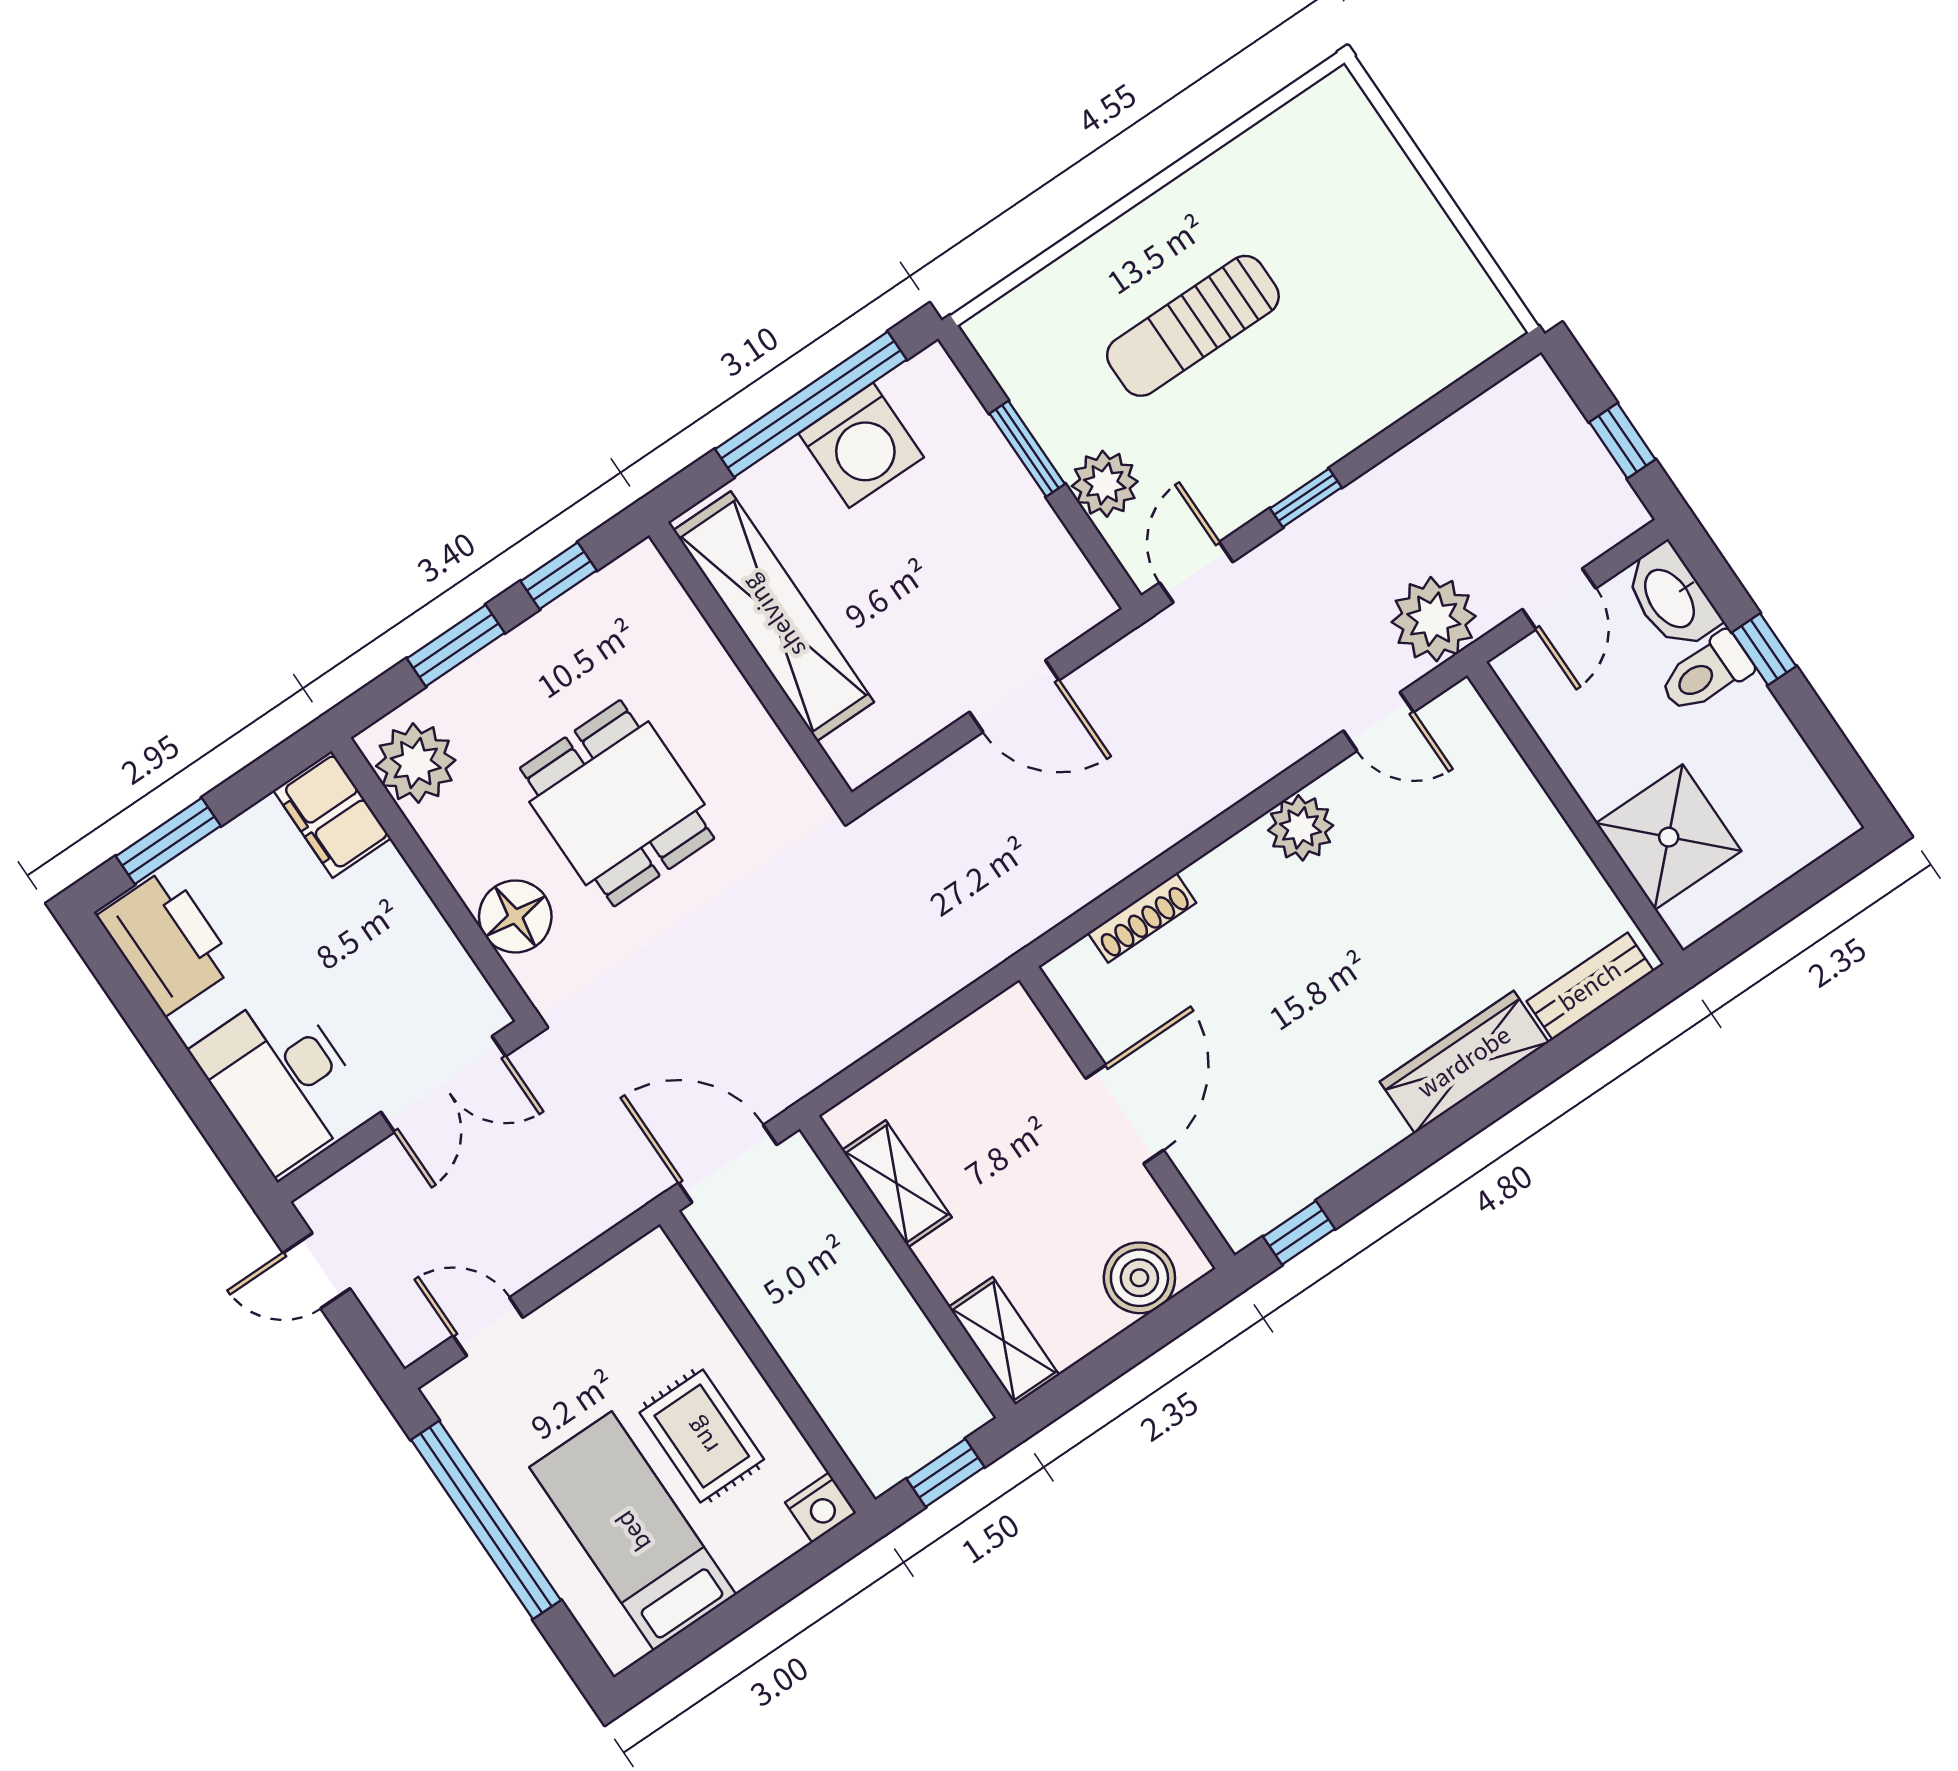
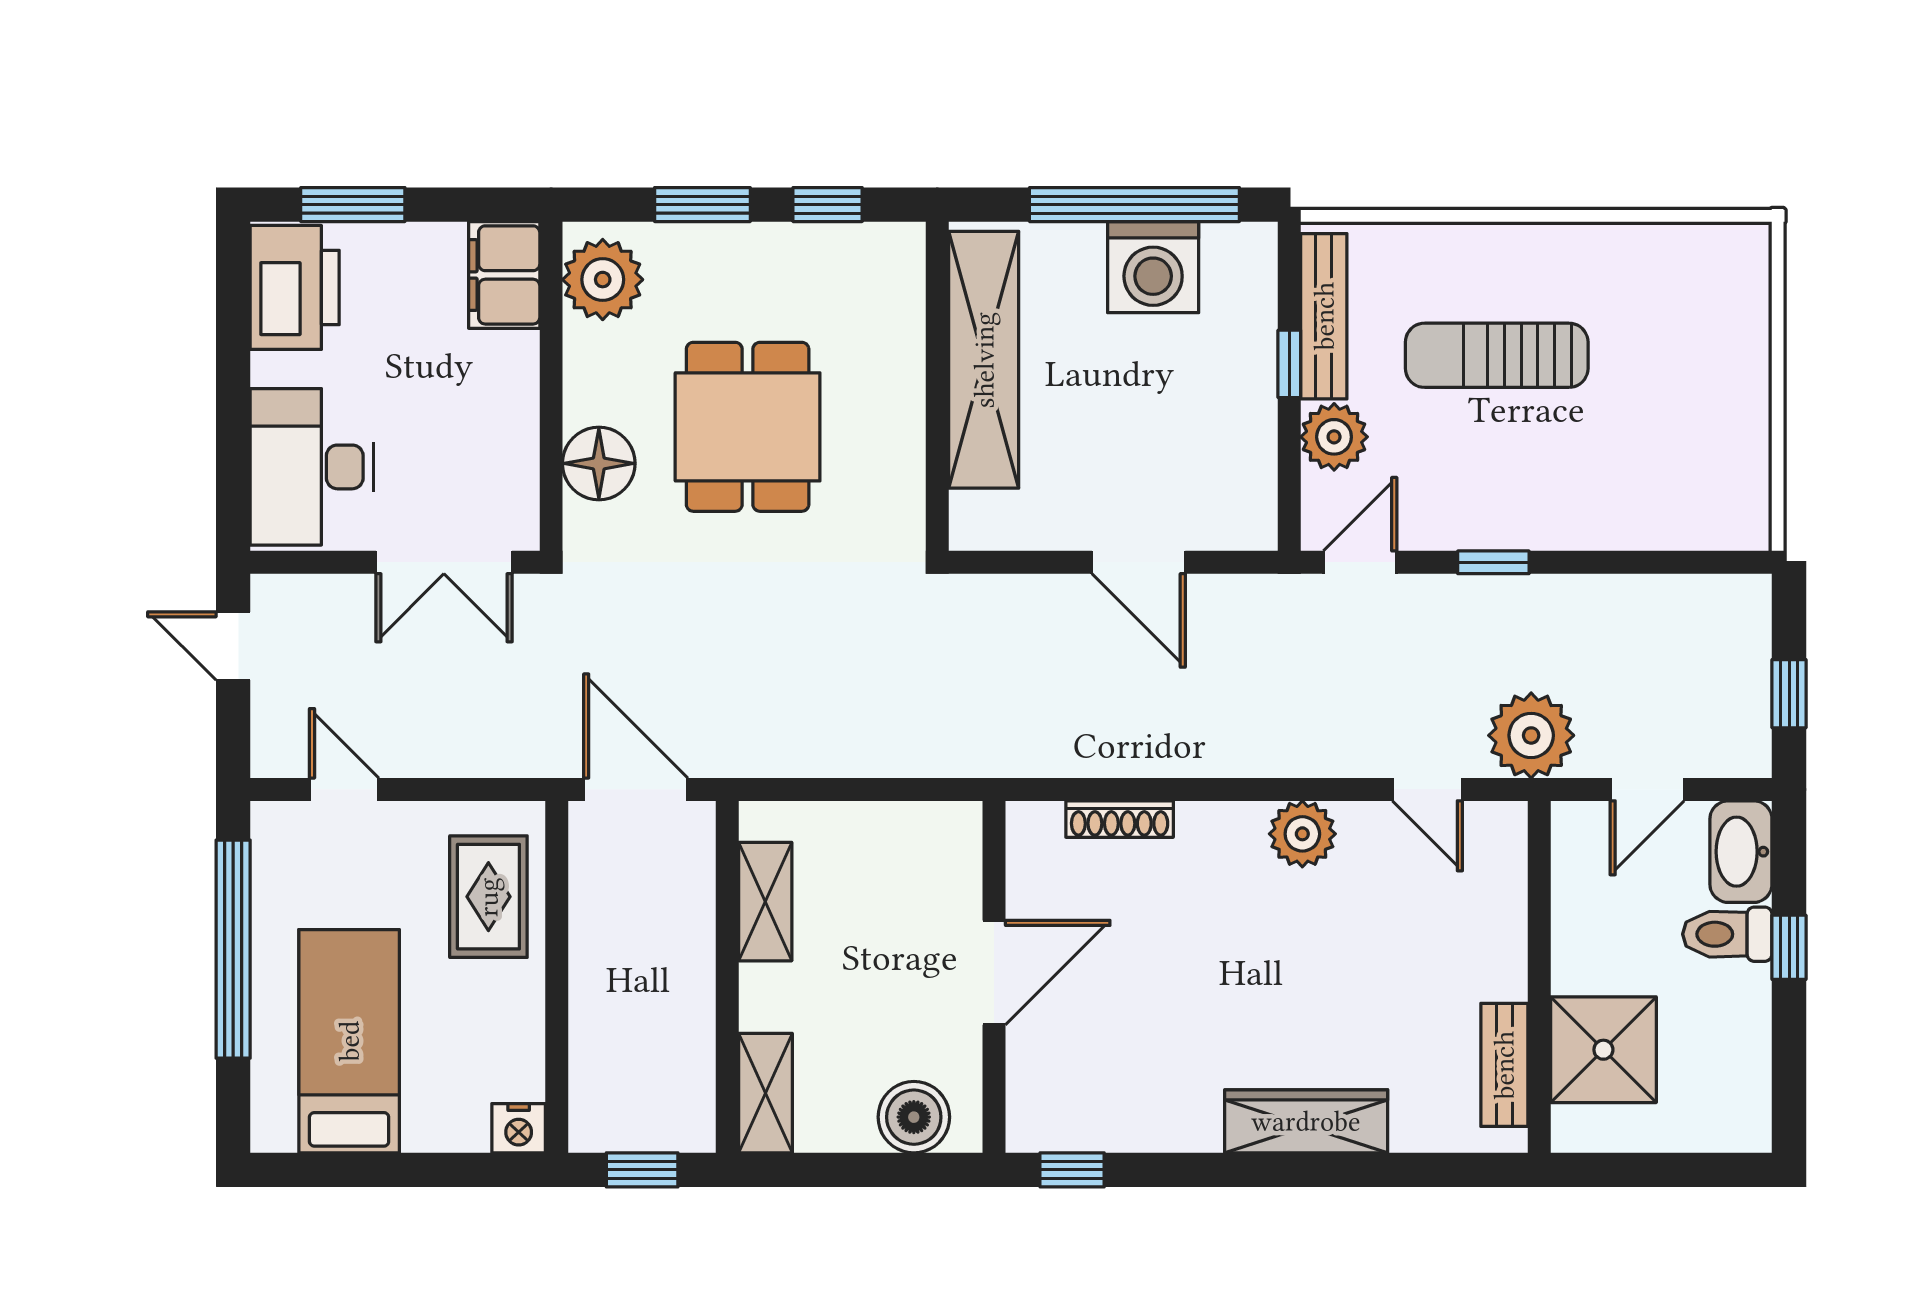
bench: (1029, 390) -> (1324, 316), added
window: (1027, 449) -> (1289, 364), width x0.67
bench: (1590, 986) -> (1504, 1065), moved, turned 90
rug: (702, 1436) -> (488, 897), moved

